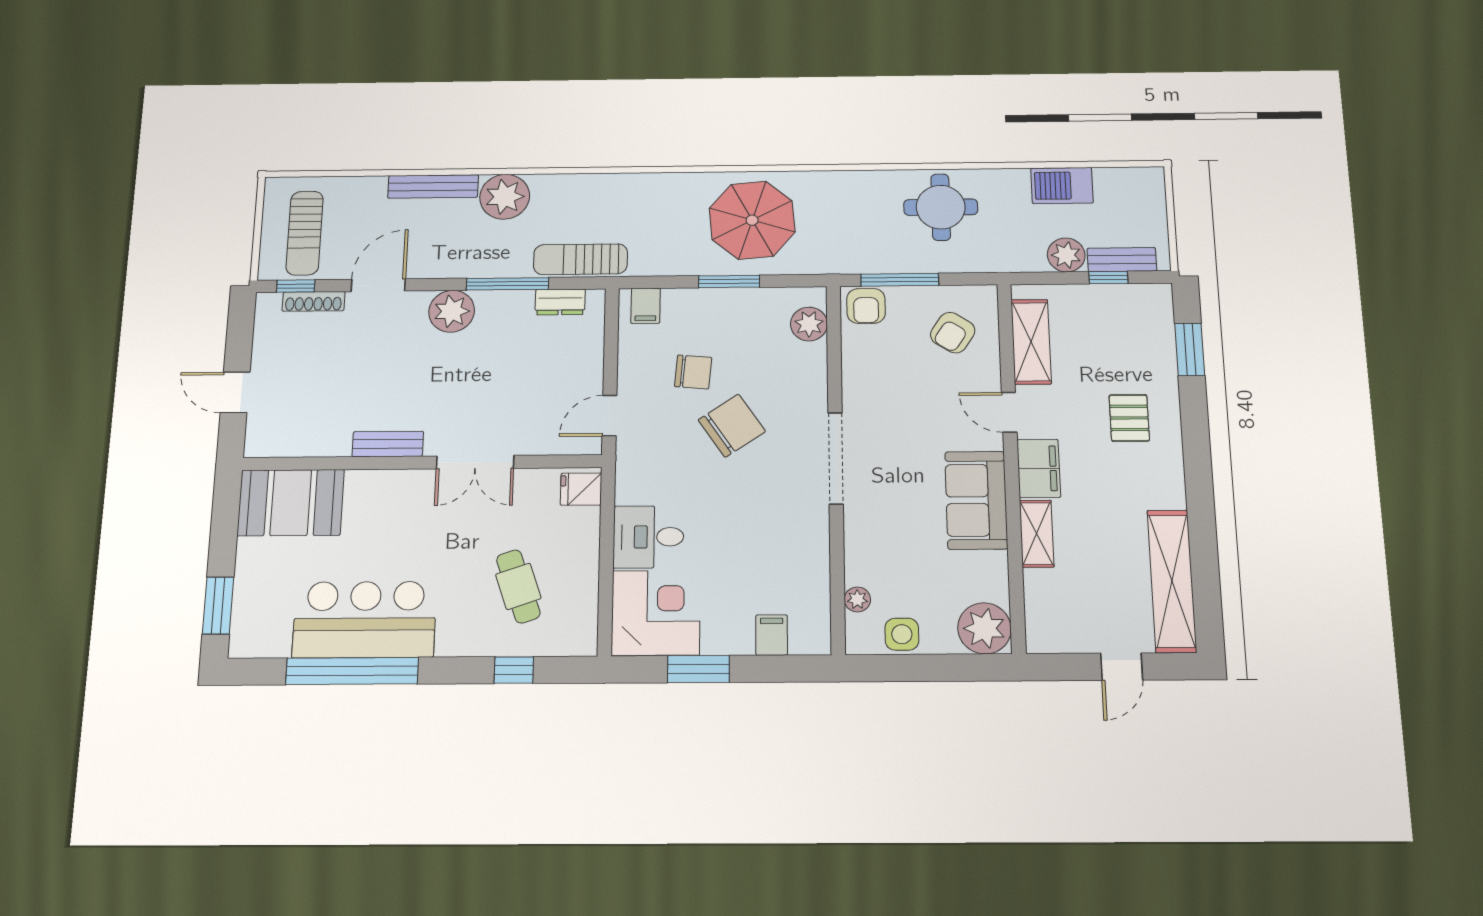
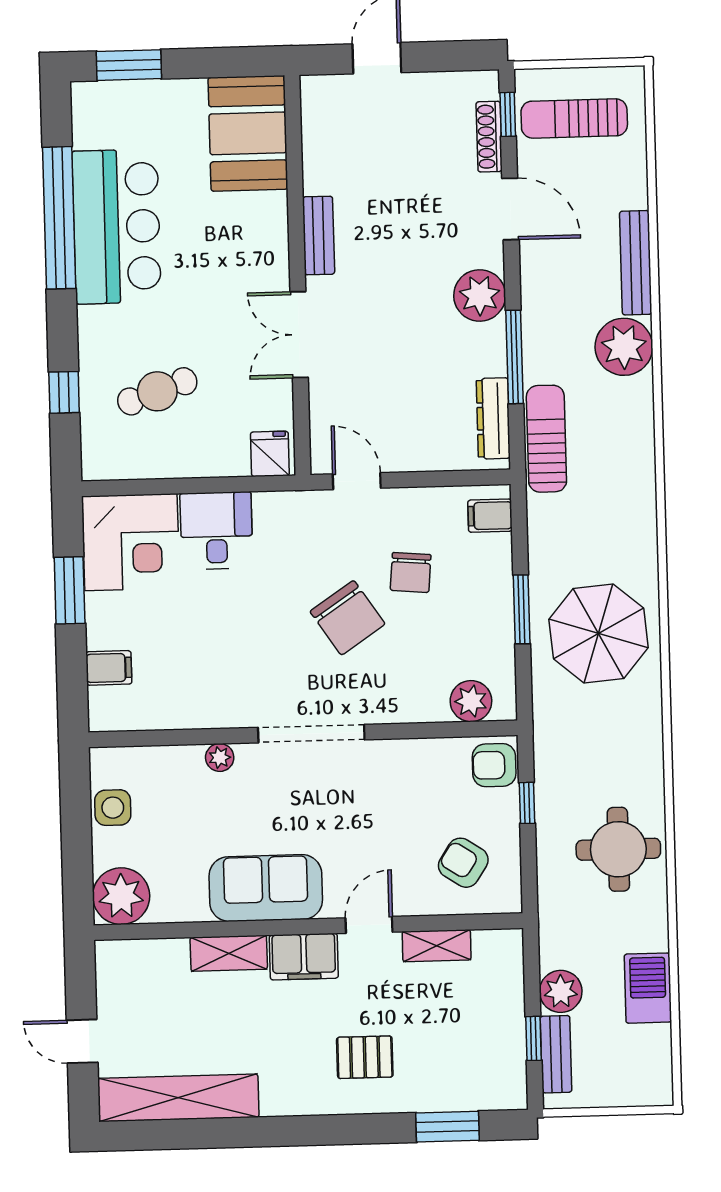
window: (900, 280) -> (527, 803), width x0.46
dresser: (560, 302) -> (493, 418), width x1.44
shelving: (1031, 342) -> (437, 946), width x0.67, depth x0.75
plant: (857, 599) -> (220, 757), moved

